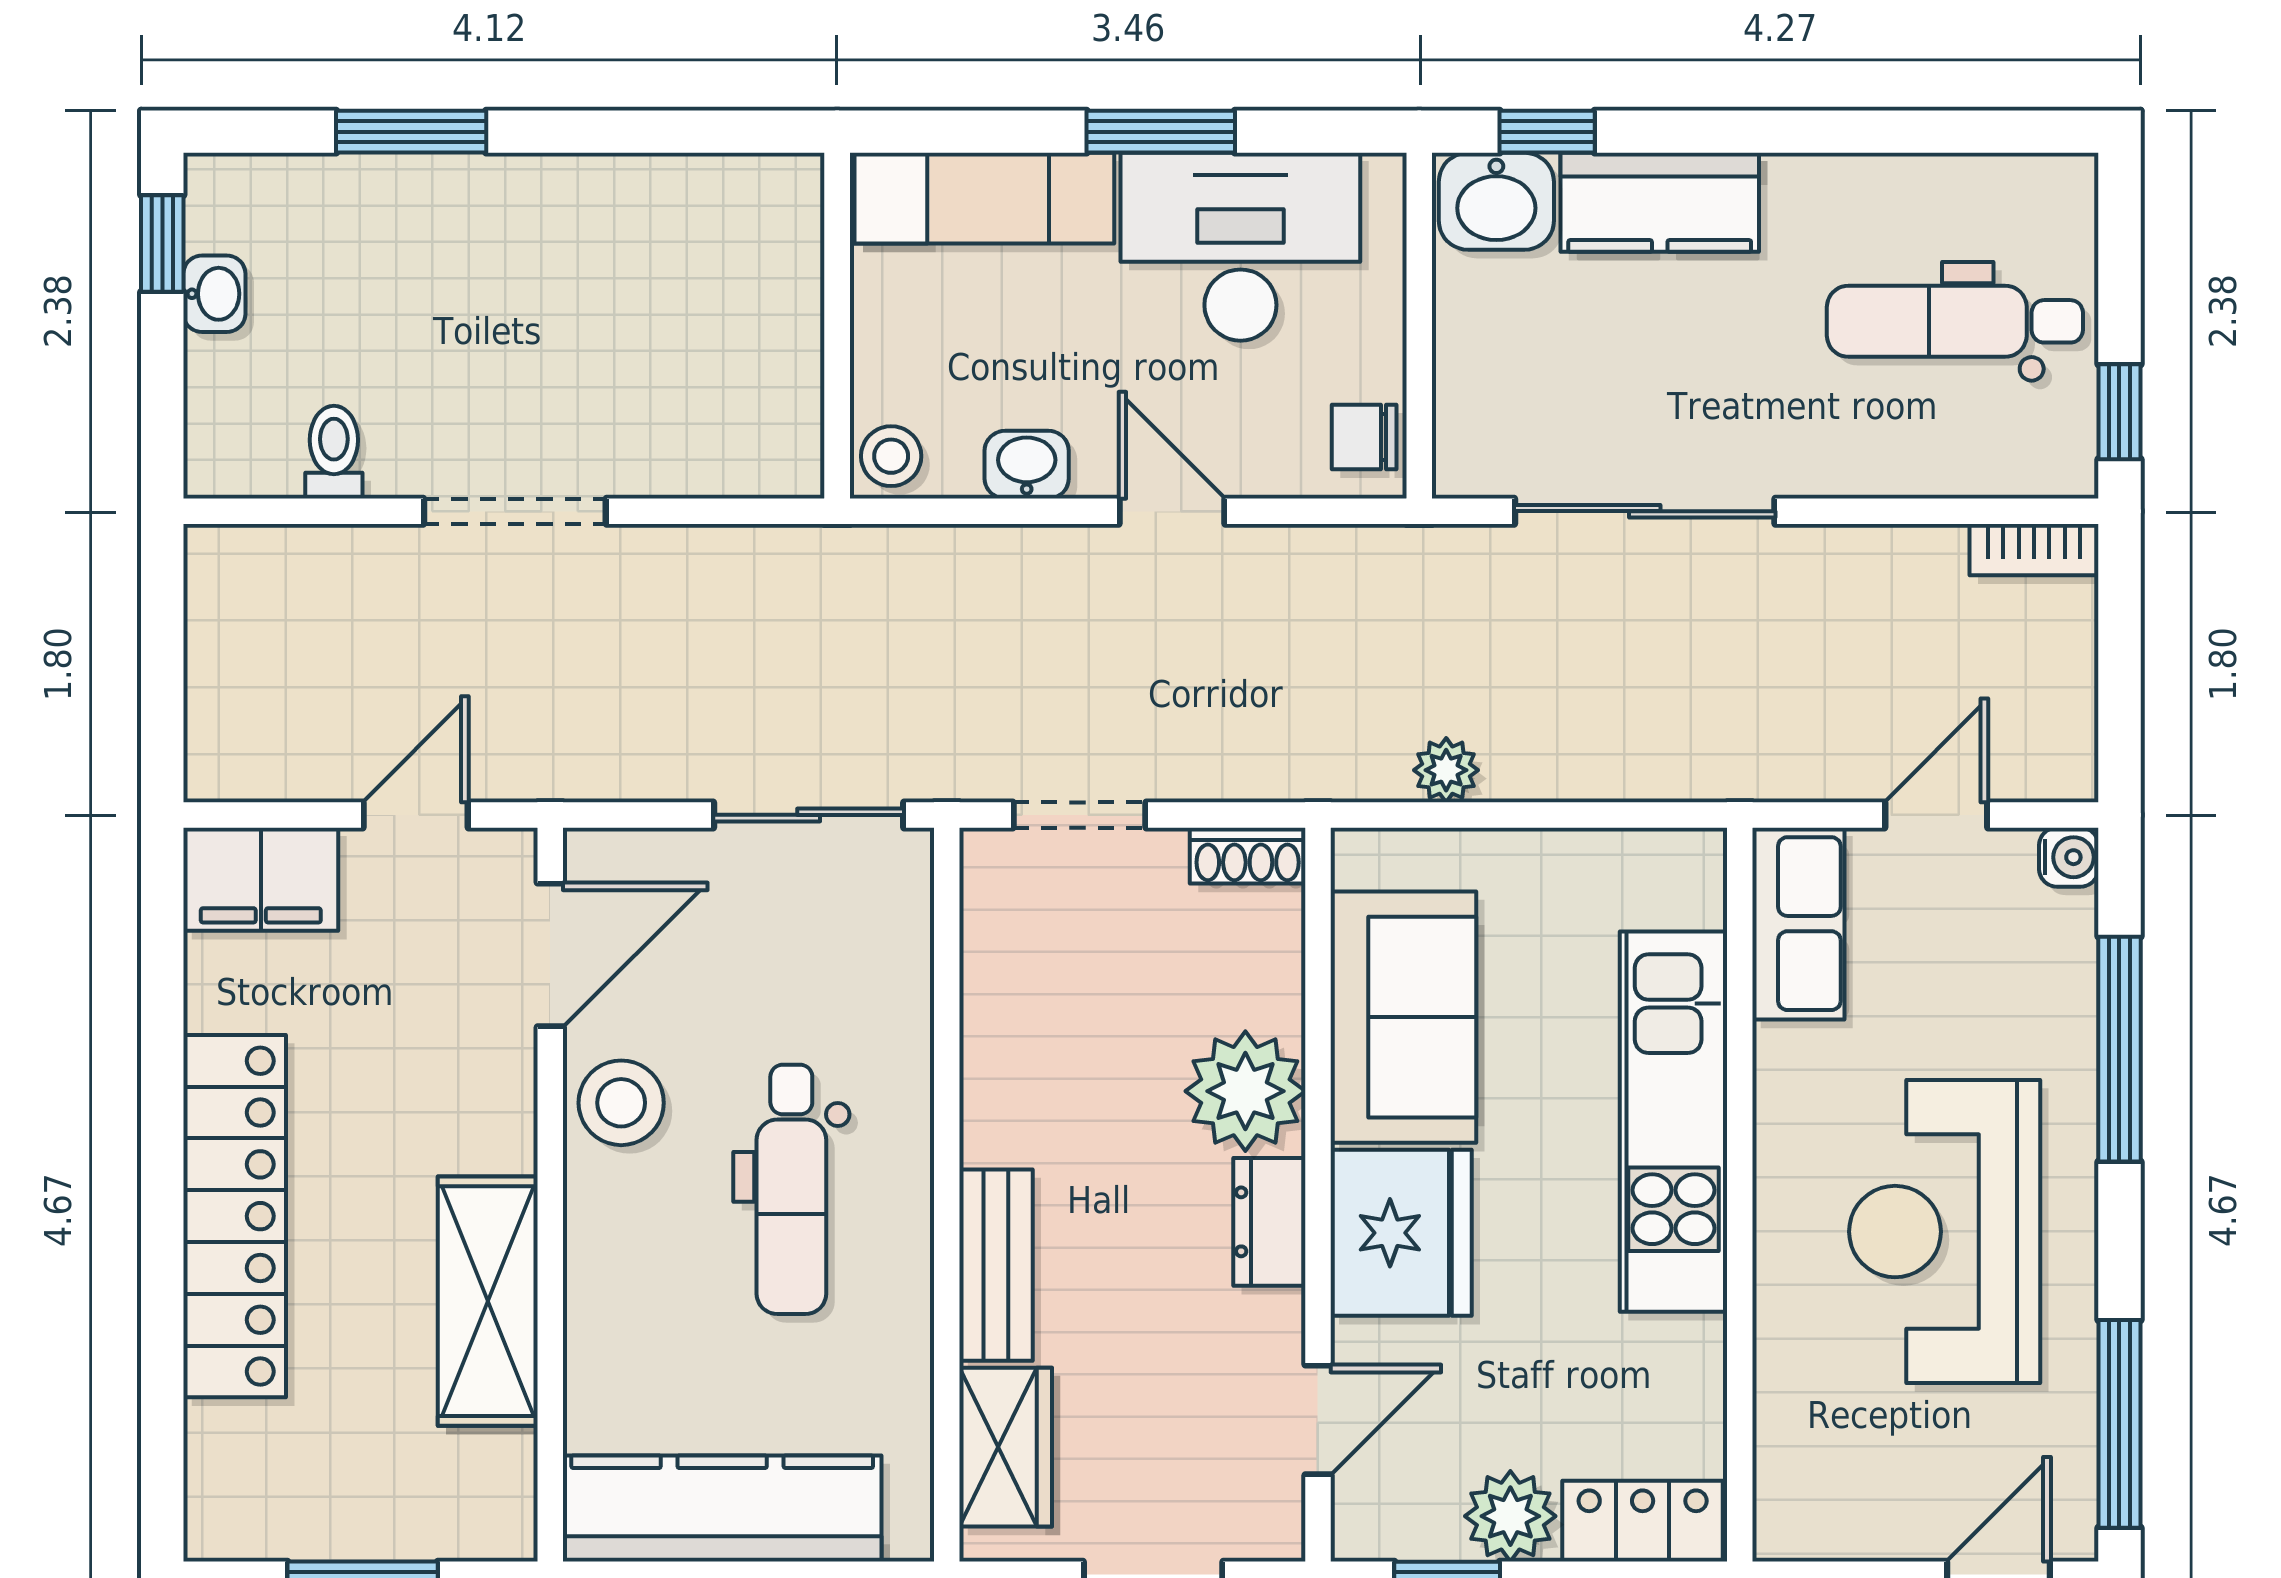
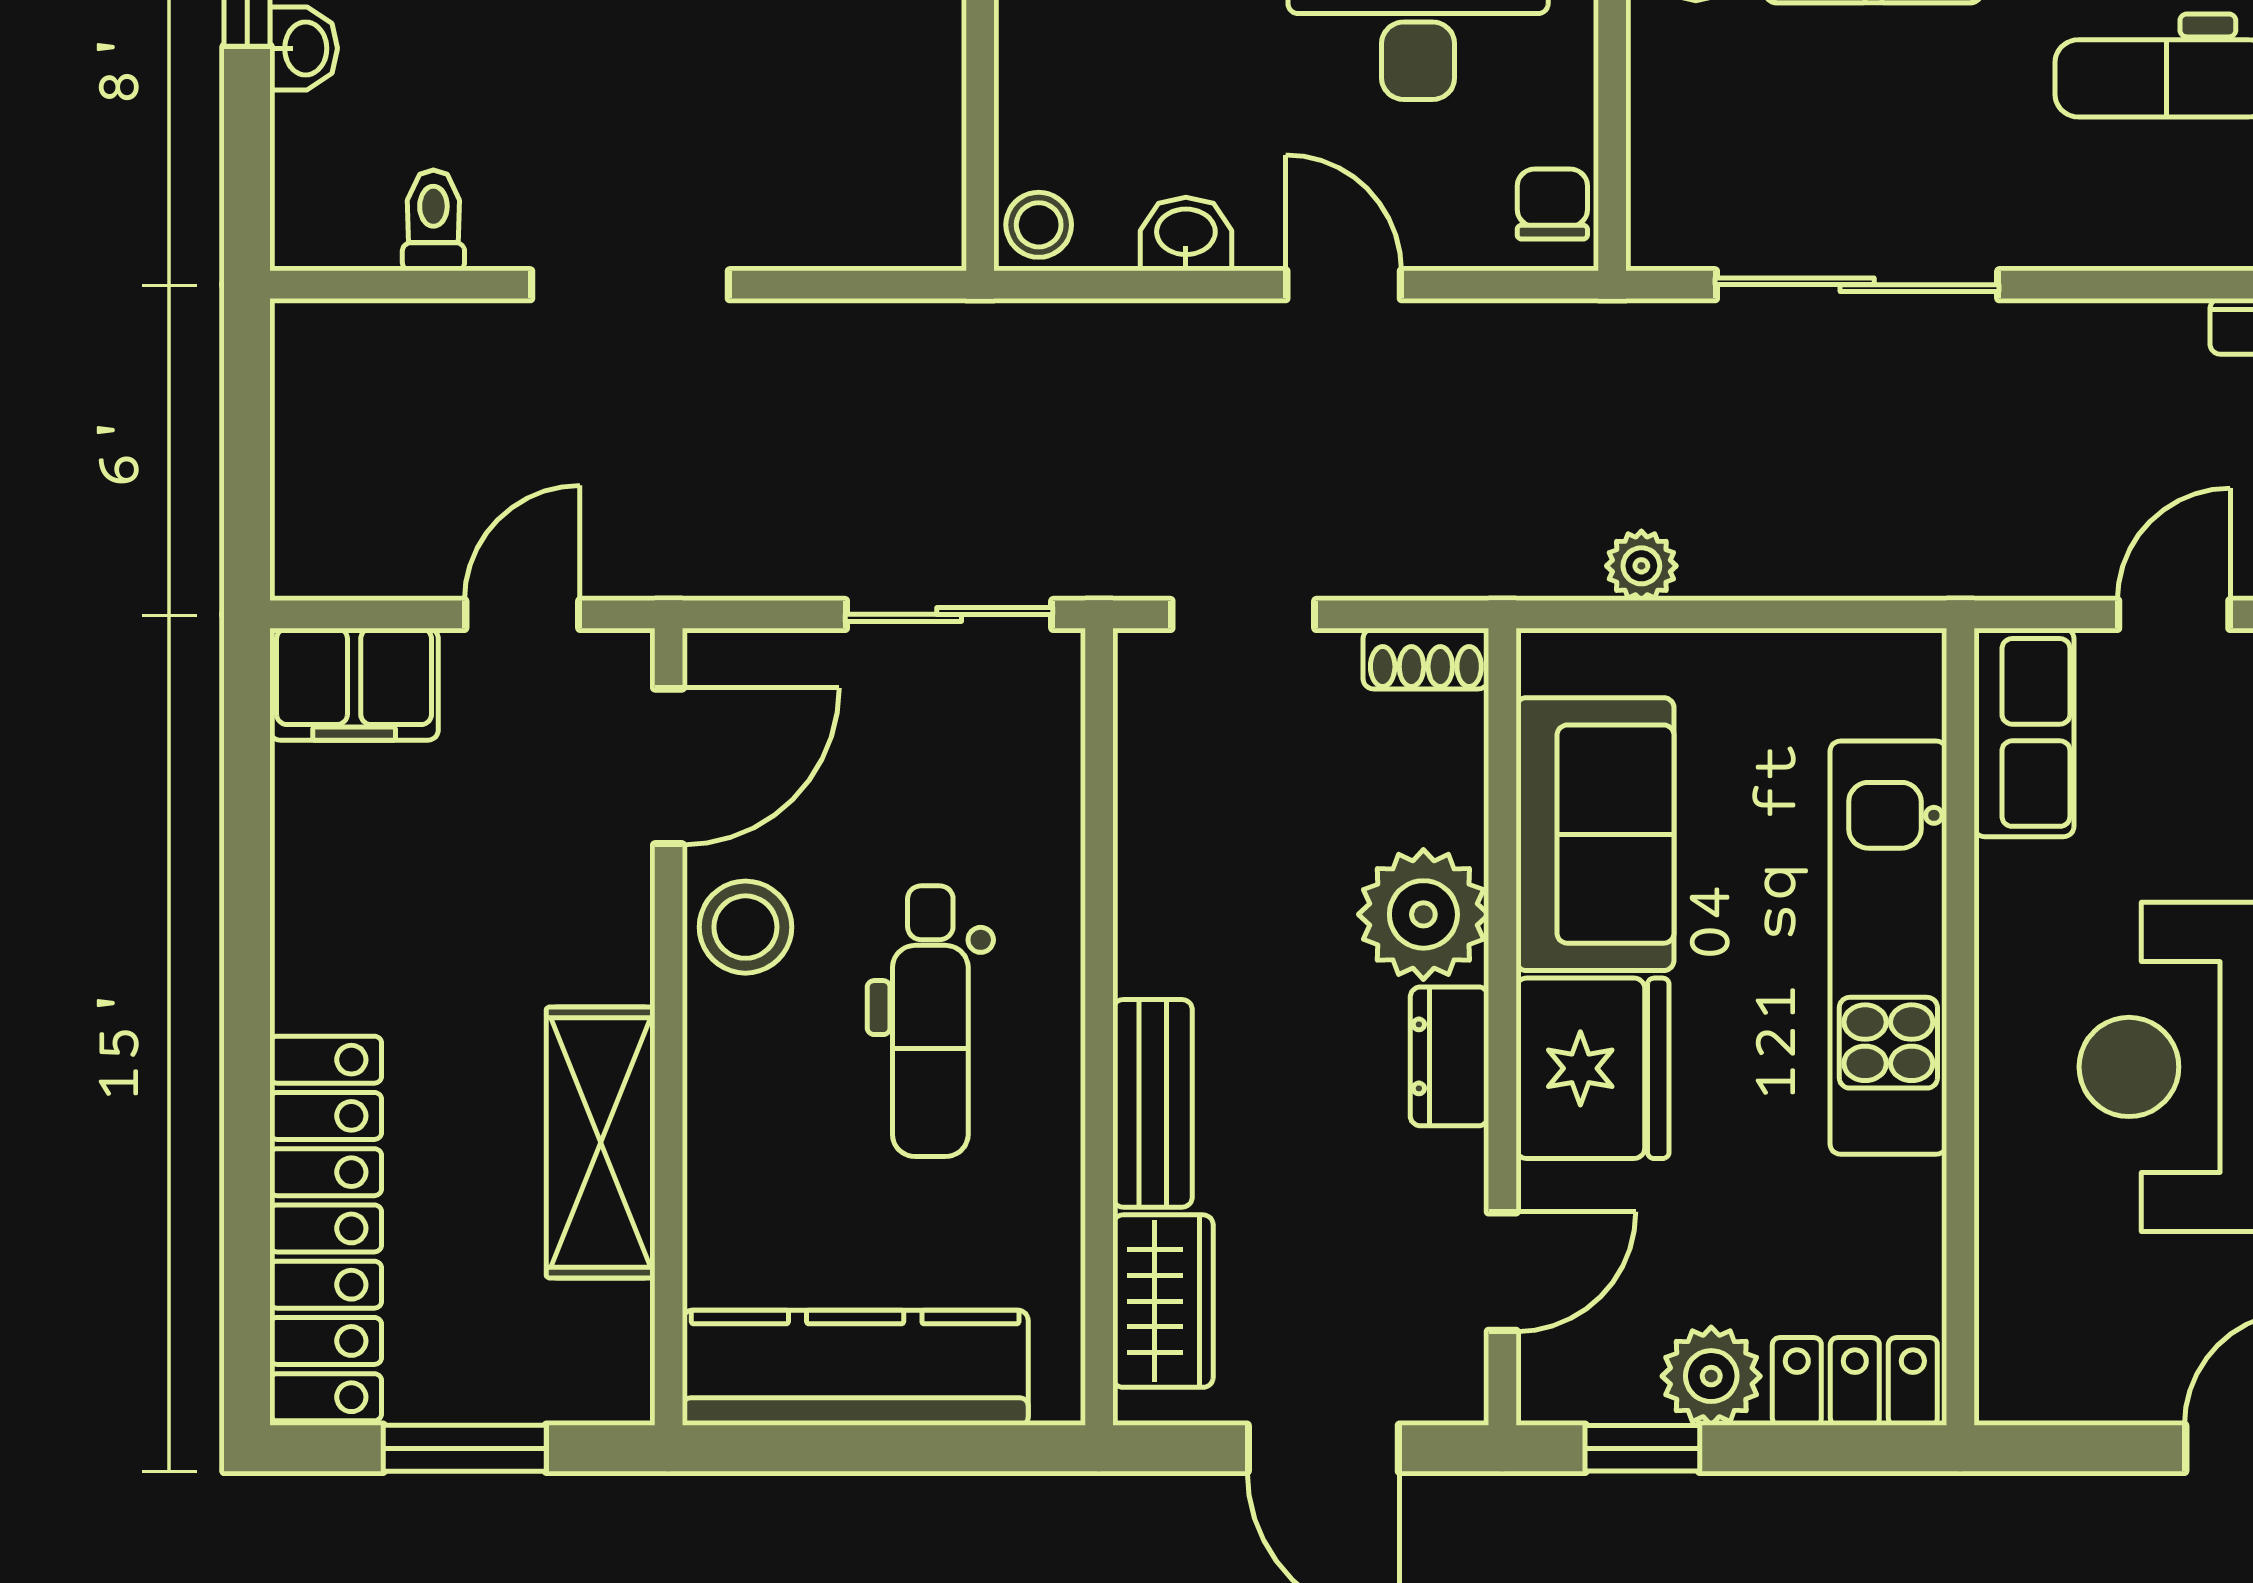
chair: (1364, 437) -> (1552, 204), turned 90
locker: (235, 1216) -> (326, 1228), moved

